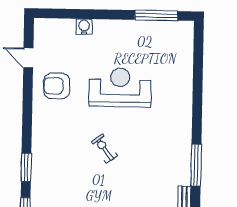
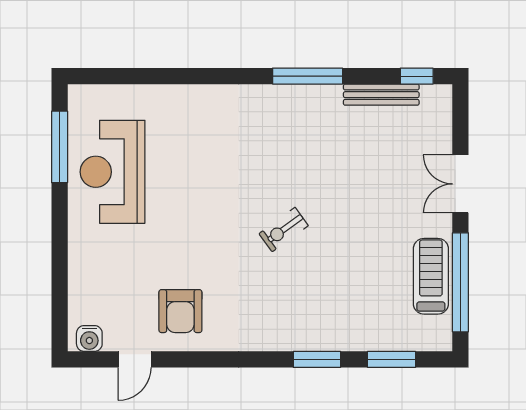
water cooler: (84, 27) -> (89, 338), moved, turned -90
reception desk: (120, 87) -> (113, 172), moved

